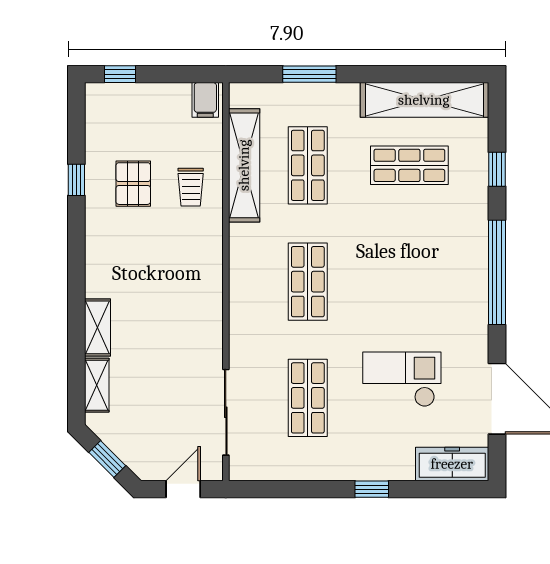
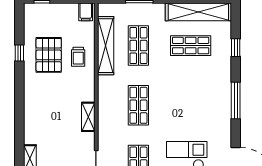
pallet: (133, 184) -> (49, 55), width x1.50, depth x1.42
window: (497, 272) -> (236, 101), width x0.68
shelving: (98, 327) -> (88, 117), moved

